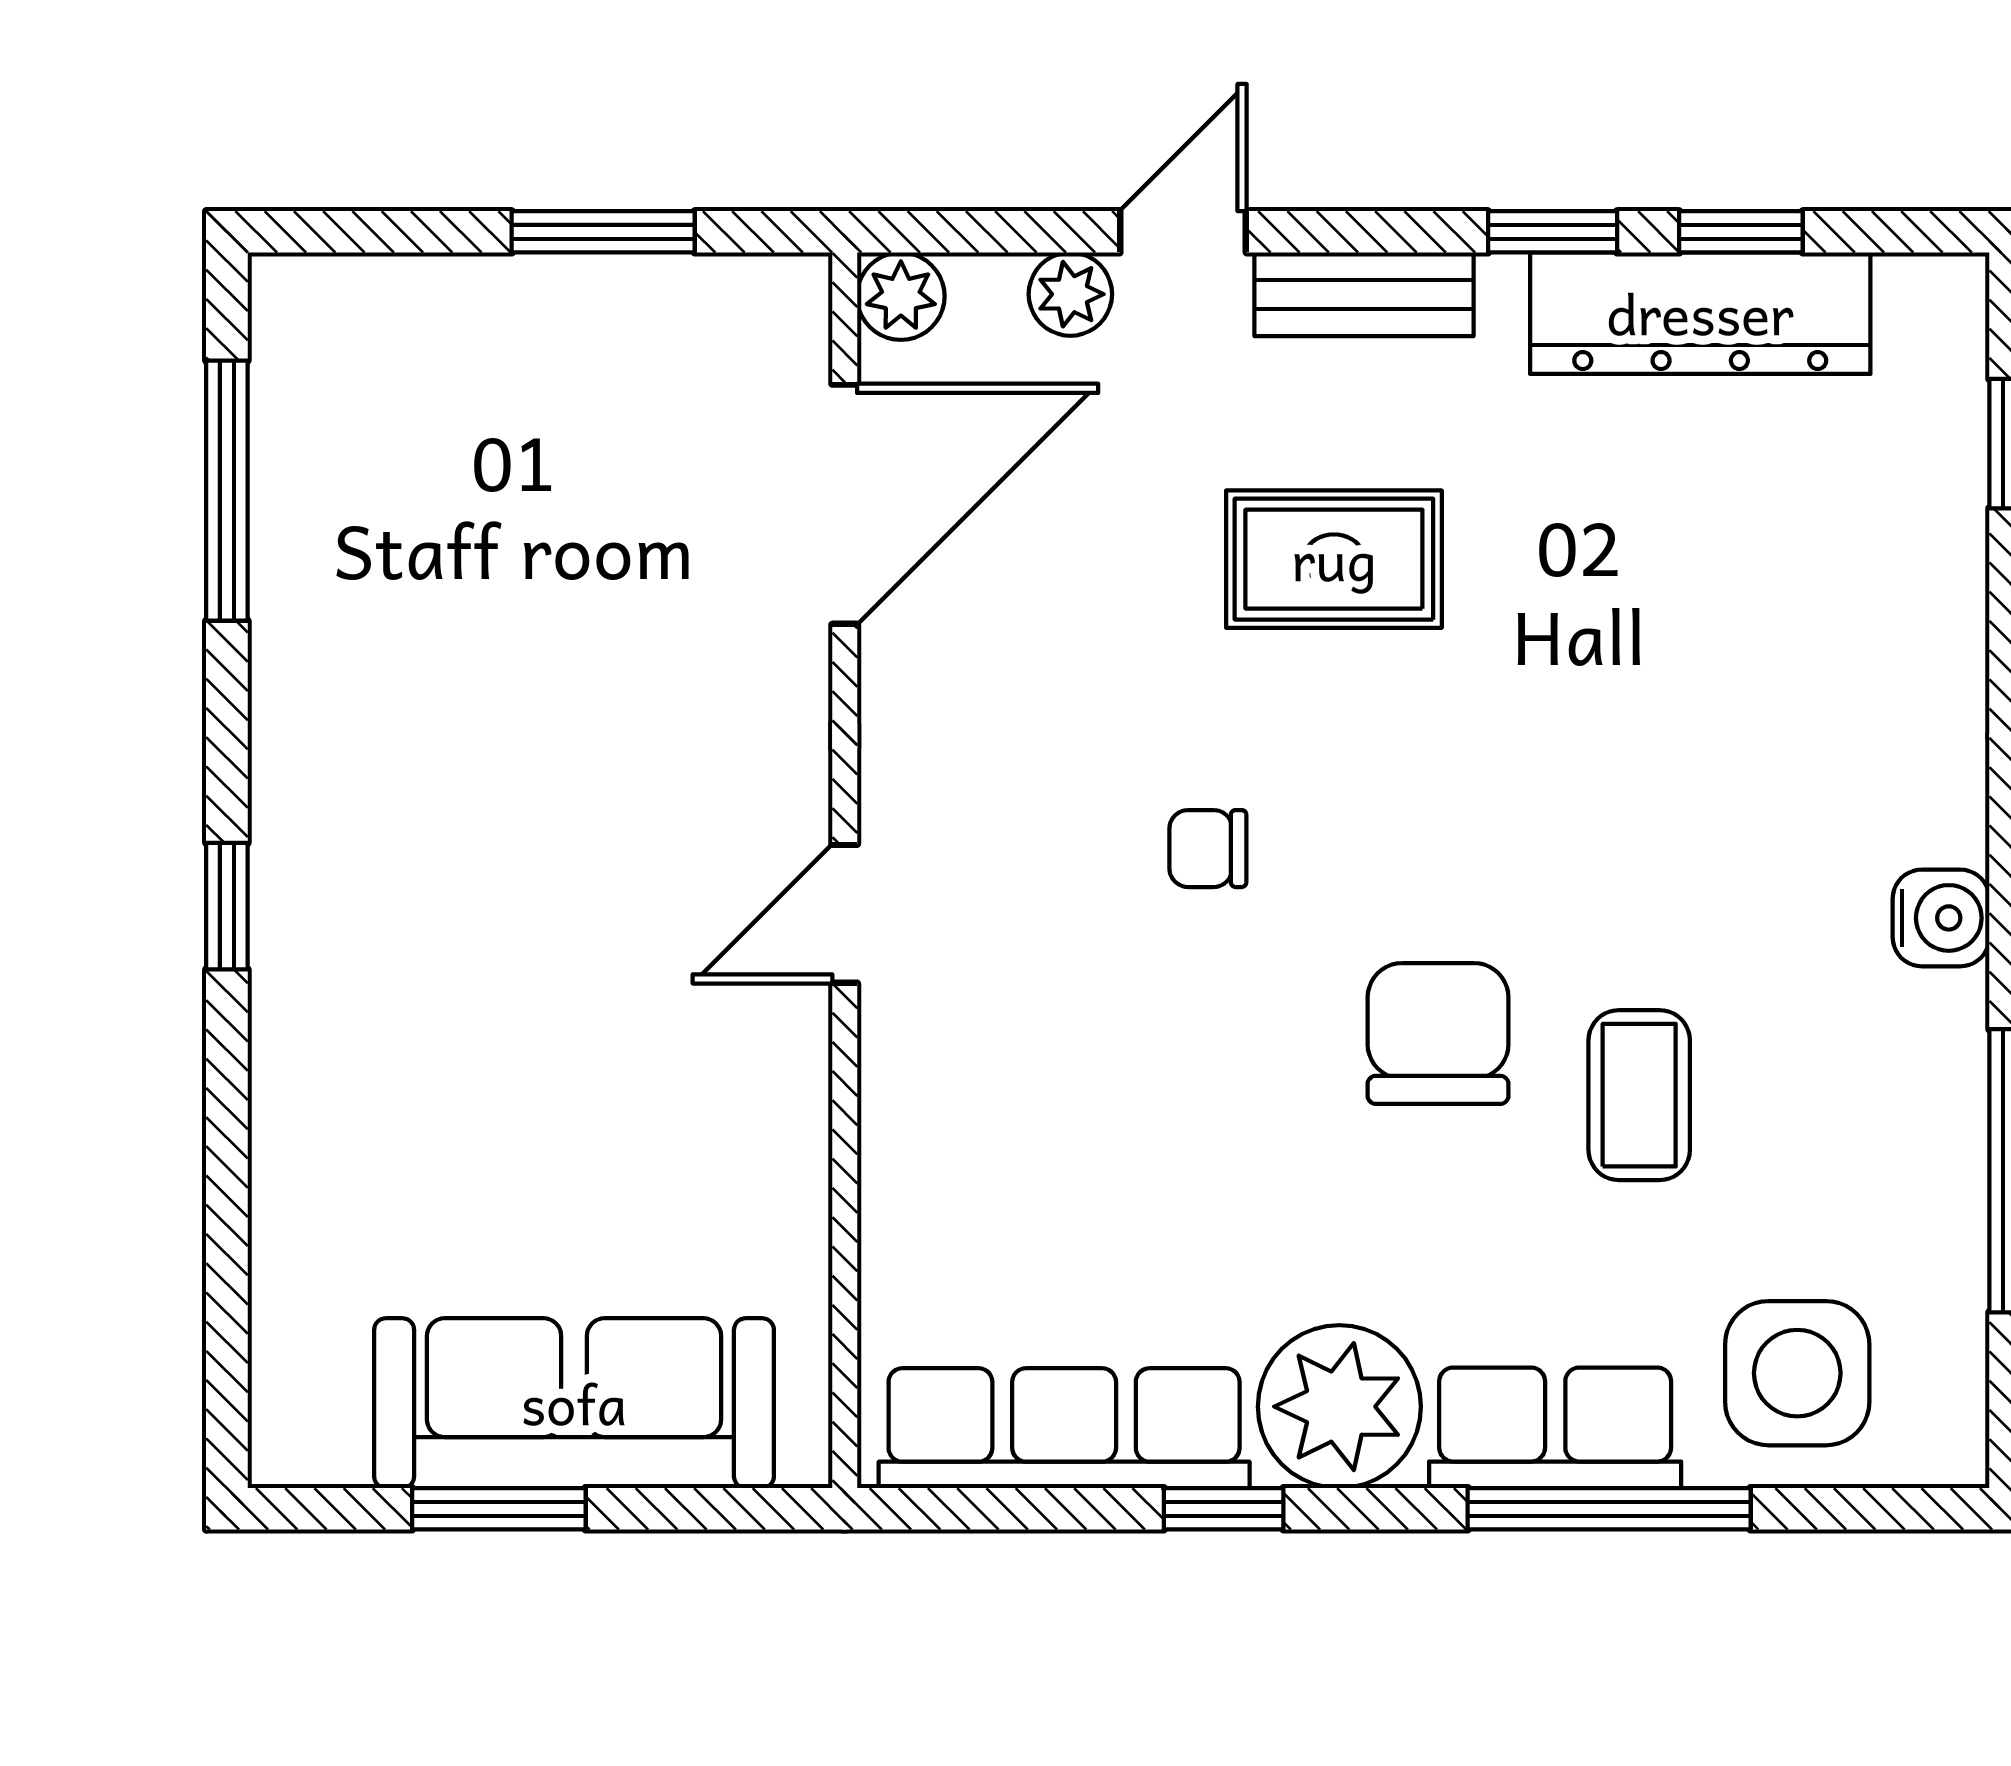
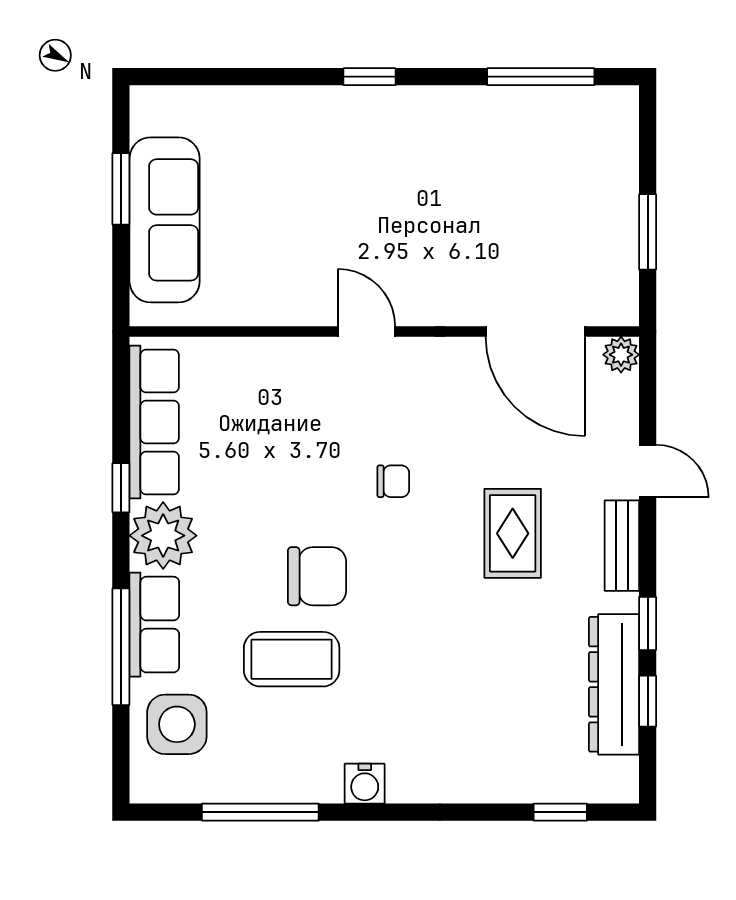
plant: (1070, 294) -> (622, 425), removed
chair: (1208, 849) -> (393, 481), turned 90
coffee table: (1639, 1095) -> (292, 659), width x1.36, depth x1.30

